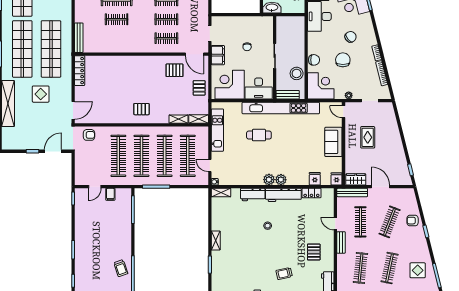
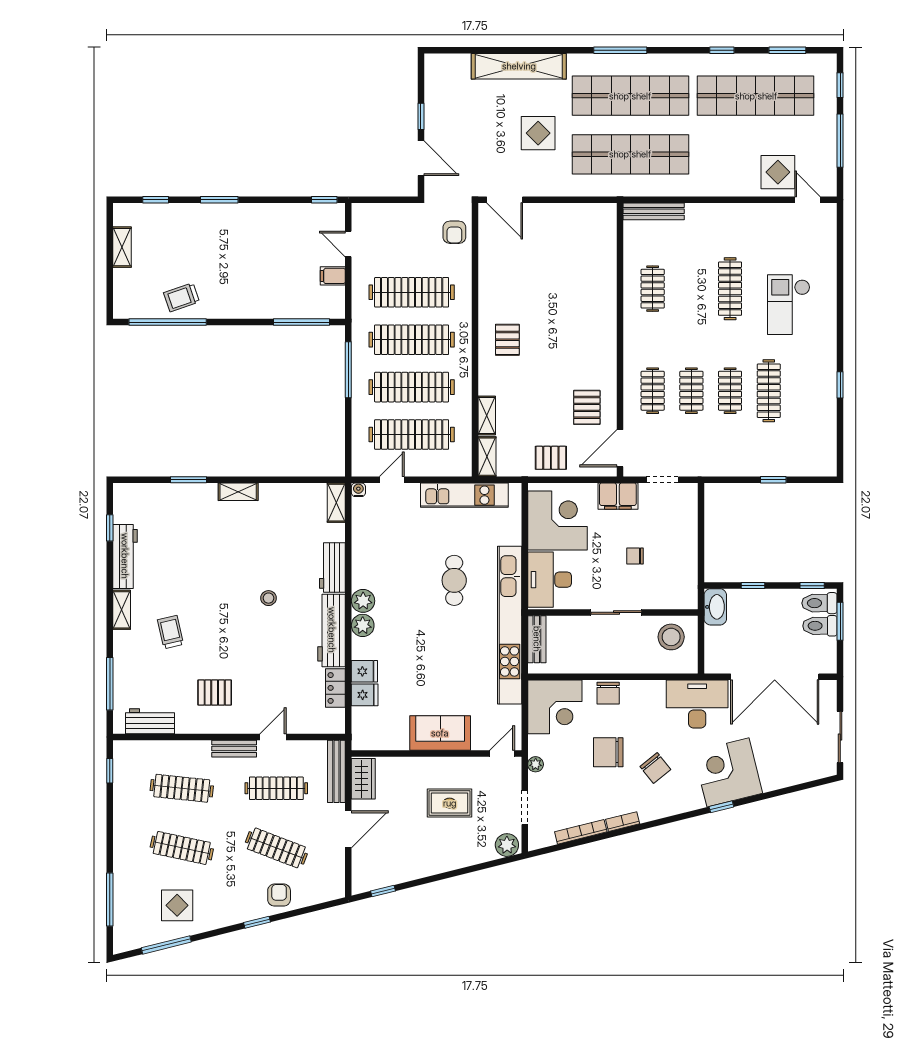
clothes rail: (117, 19) -> (653, 289), moved
chair: (343, 60) -> (608, 752), turned 180
locker: (80, 71) -> (586, 213), removed
stool: (297, 73) -> (671, 637), moved
plant: (388, 109) -> (507, 845), added
fridge: (337, 179) -> (364, 671), moved

